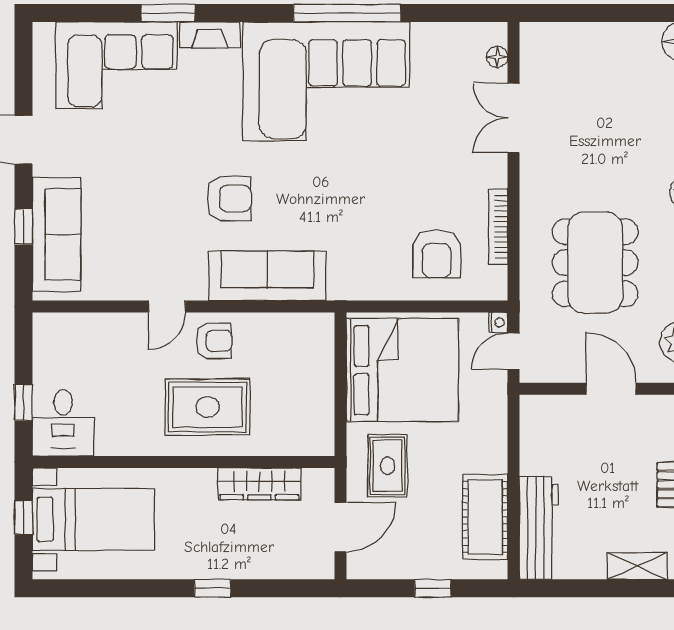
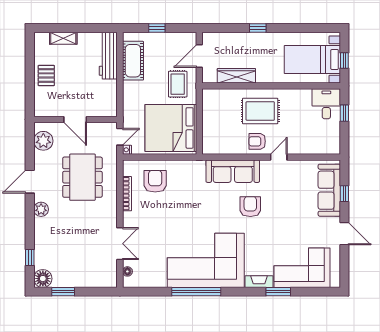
window: (637, 13) -> (63, 292), added
armchair: (229, 198) -> (250, 207), turned 90

